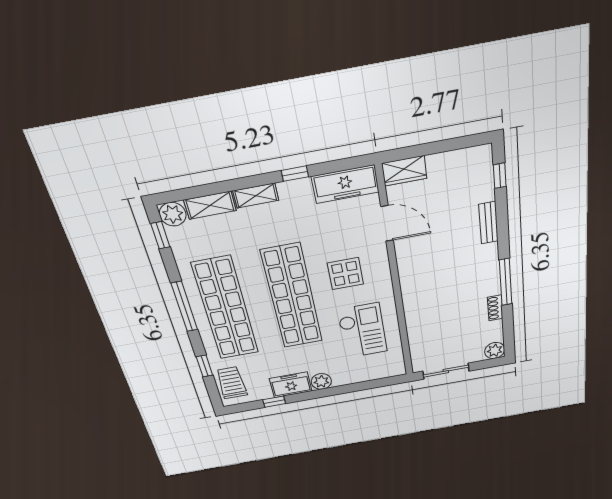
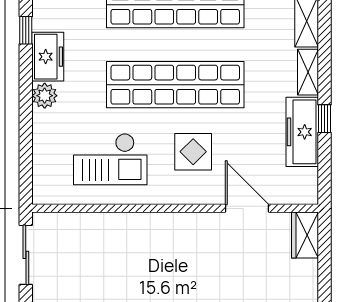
freezer: (345, 184) -> (302, 132), moved
door: (387, 223) -> (247, 208), swing flipped

